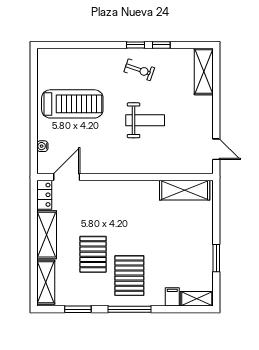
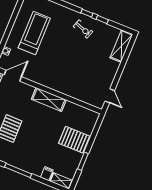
treadmill: (72, 104) -> (34, 33), turned -90
weight bench: (145, 120) -> (74, 61), removed
shelving: (185, 190) -> (49, 100), moved
pallet: (129, 276) -> (74, 140), moved, turned 90

